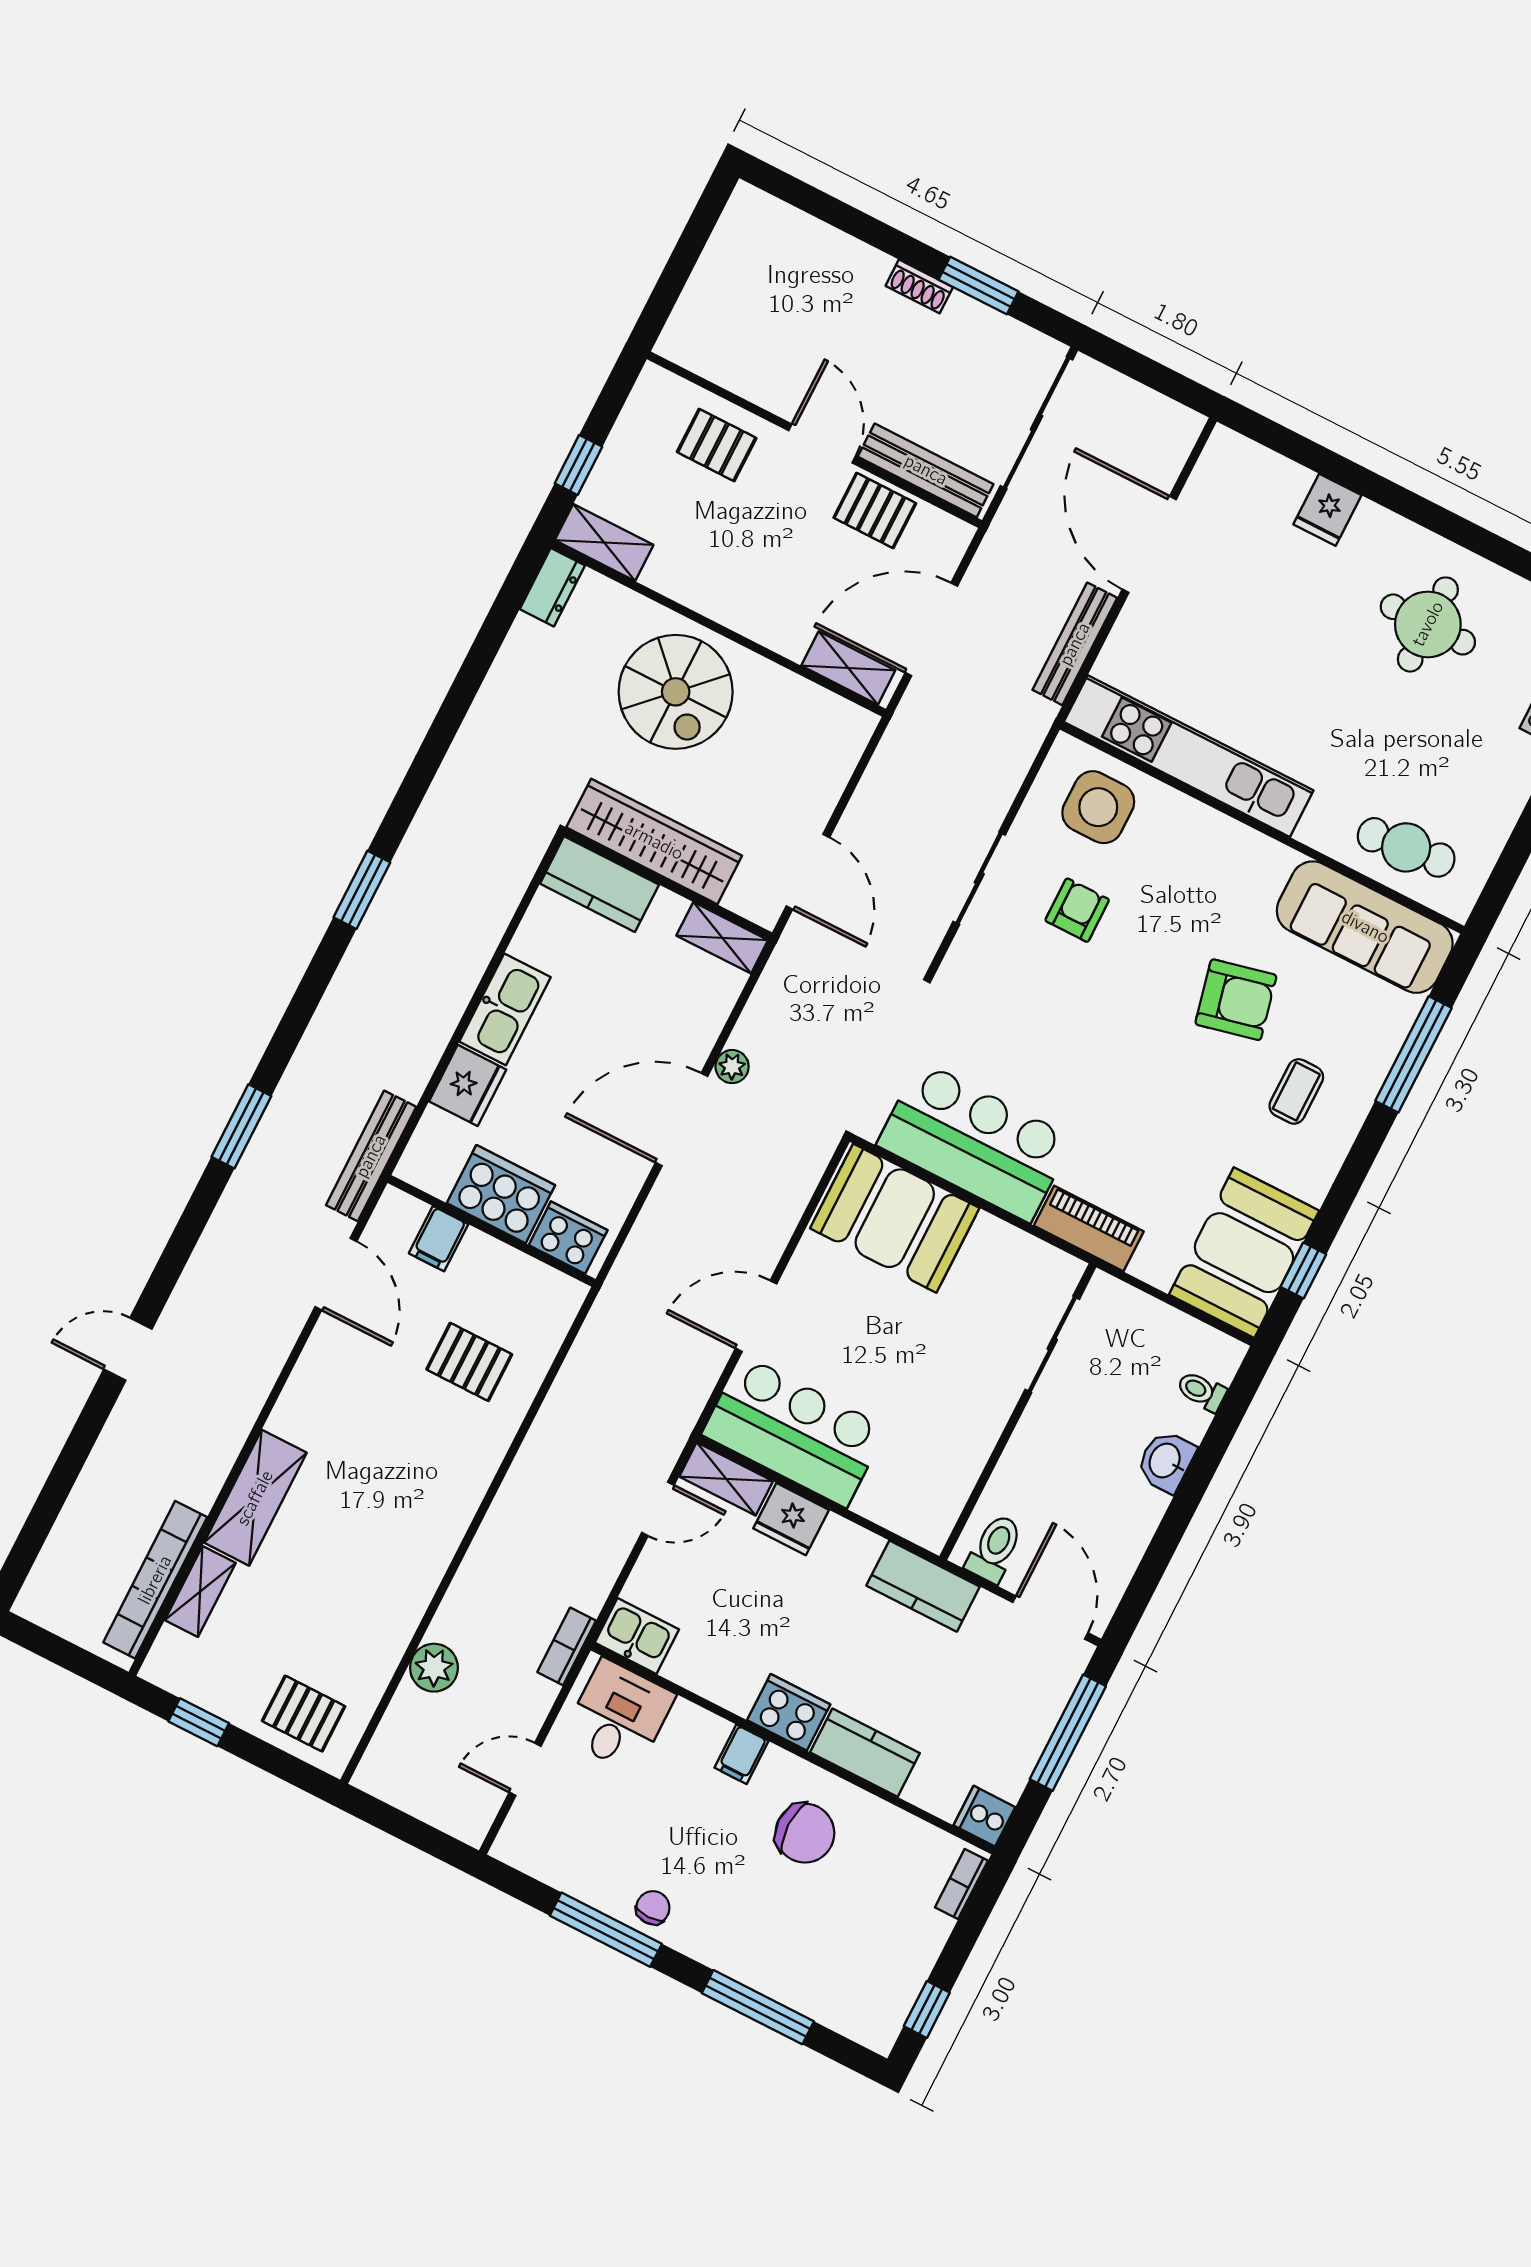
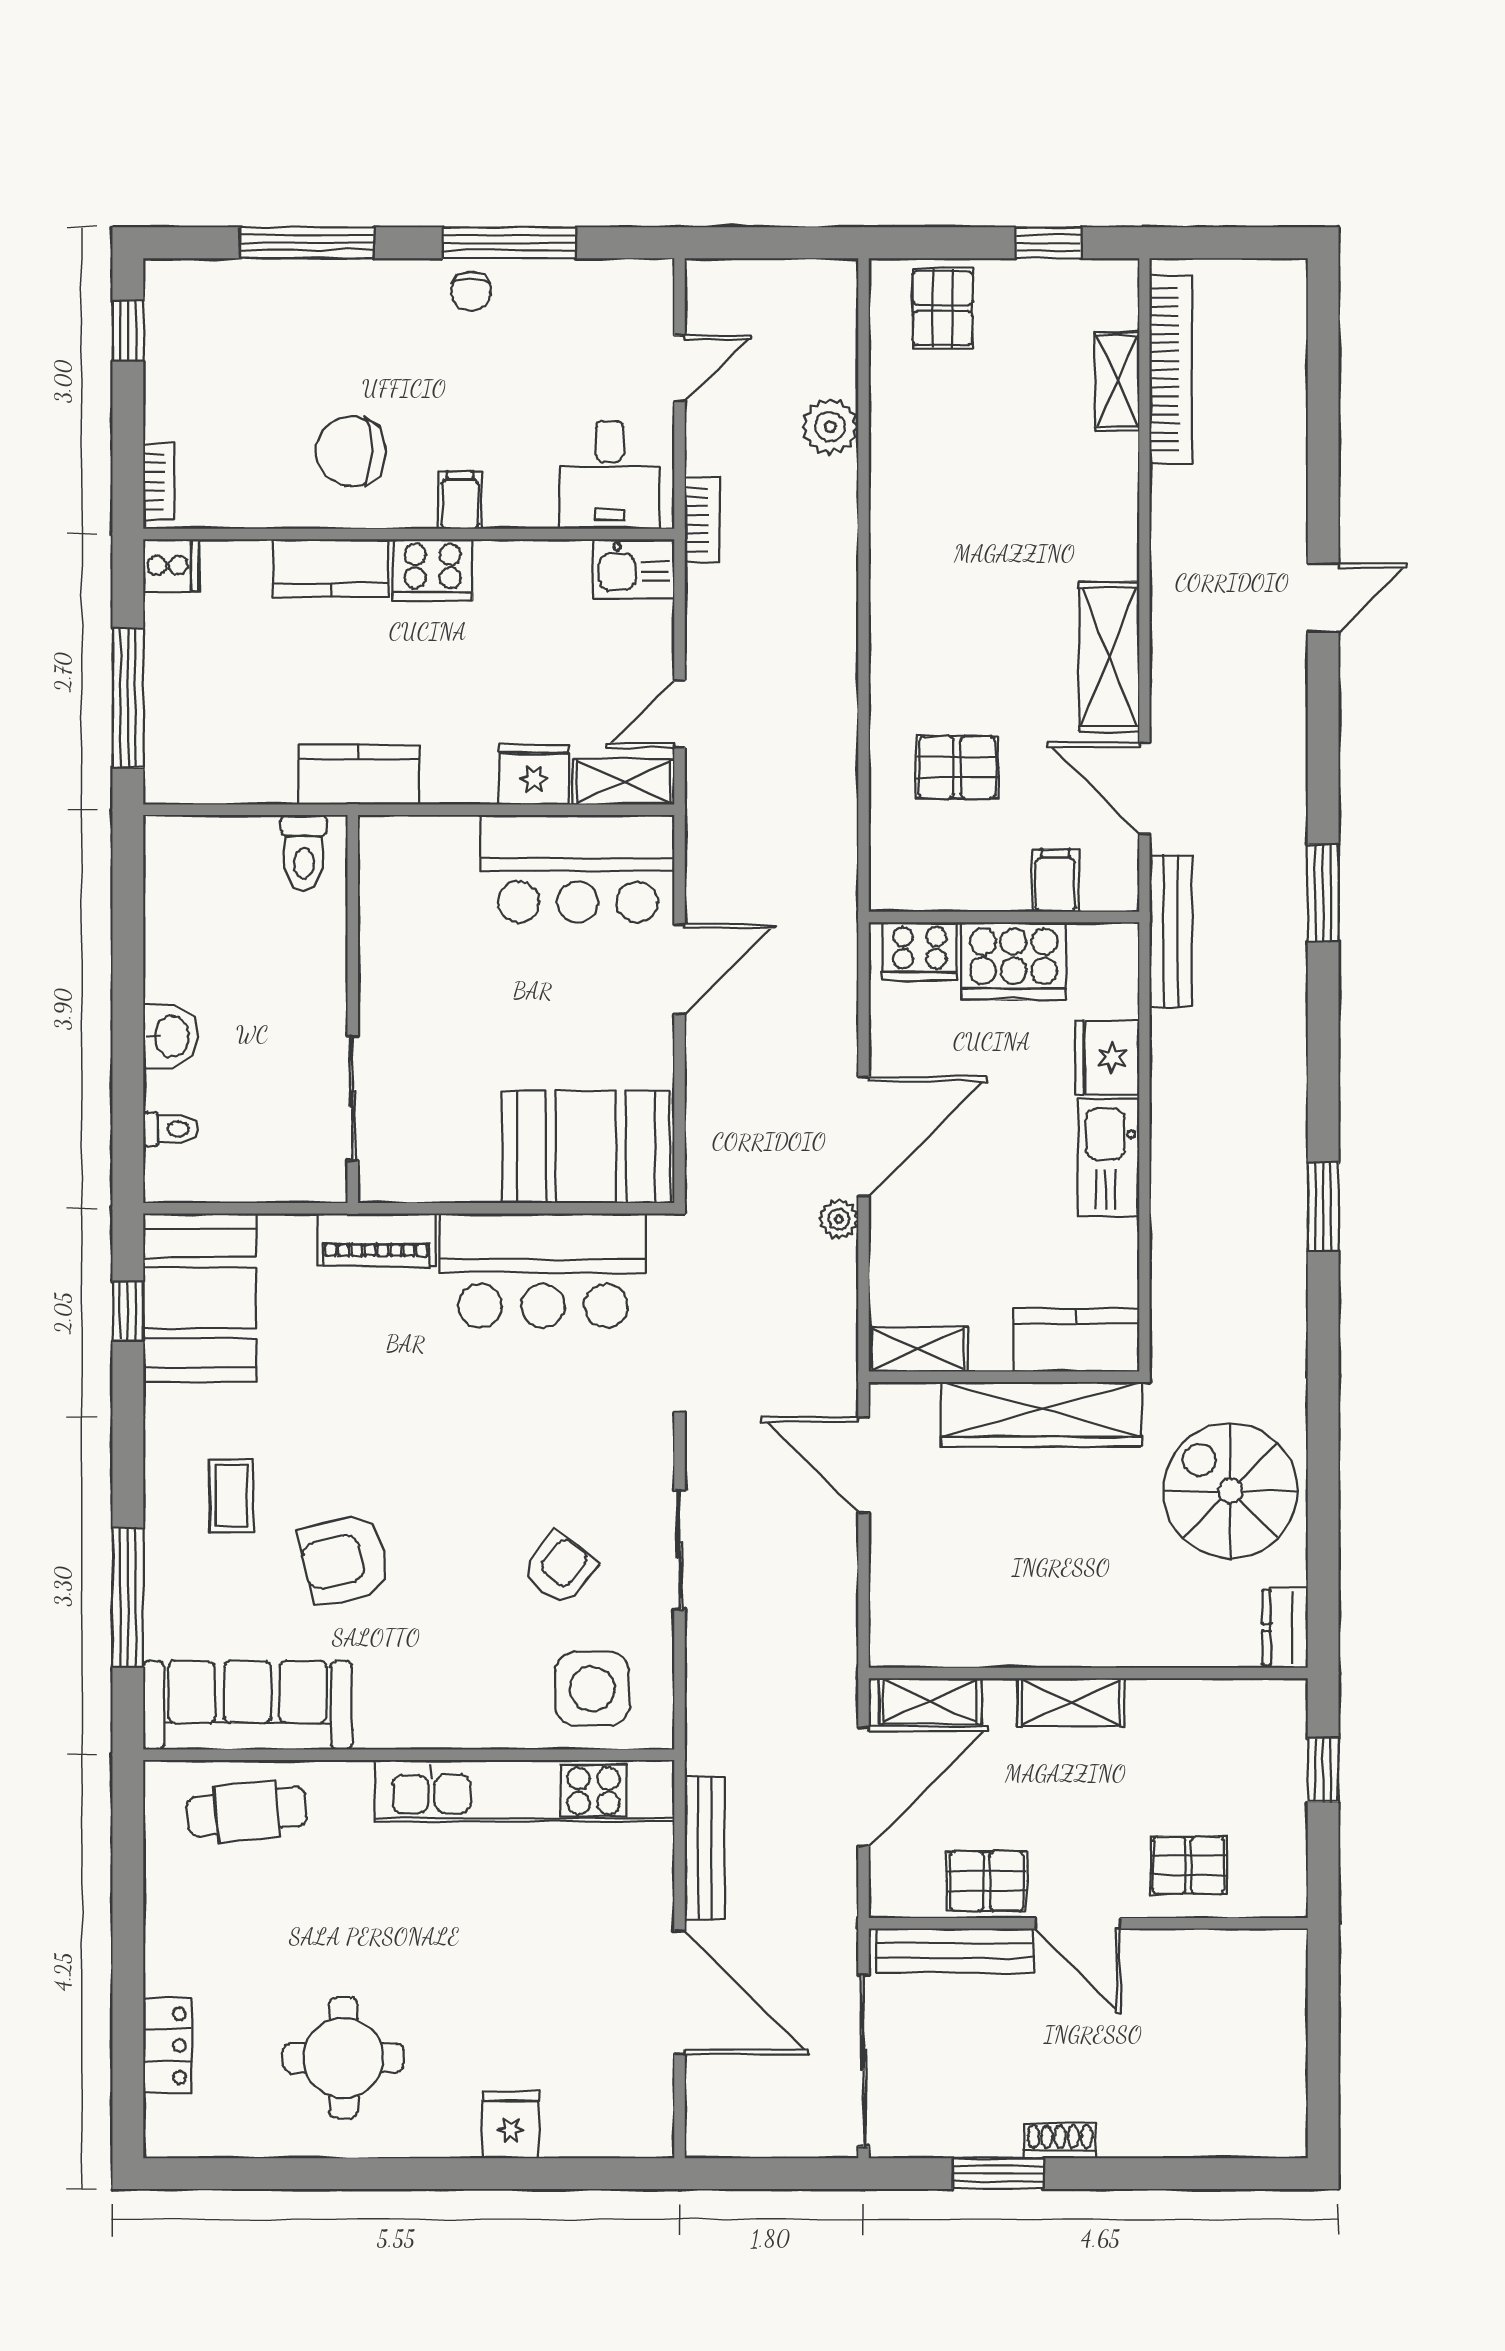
shelving: (604, 543) -> (1071, 1702), moved
spiral stairs: (676, 692) -> (1230, 1491), moved
armchair: (1077, 910) -> (559, 1569), turned -142
shelving: (255, 1498) -> (1109, 657), moved
door: (1050, 1618) -> (208, 810), removed
pallet: (304, 1714) -> (943, 308), turned 90

